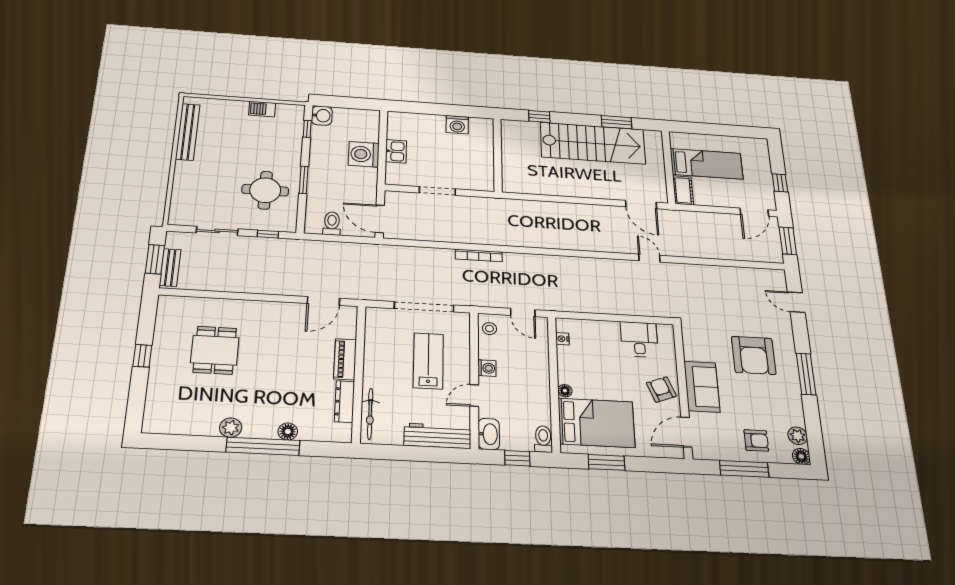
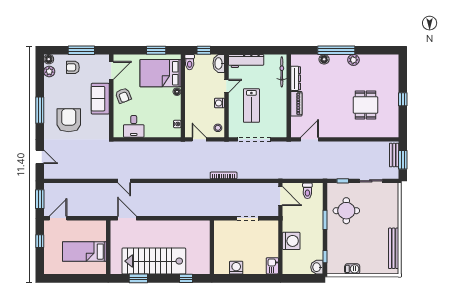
kitchen sink: (396, 151) -> (272, 266), moved
cot: (683, 190) -> (101, 231), removed

